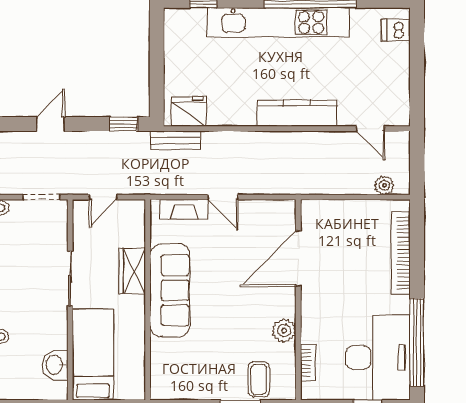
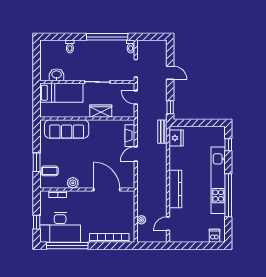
plant: (384, 185) -> (141, 220), moved
sofa: (170, 290) -> (67, 129), moved

